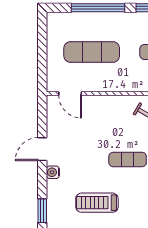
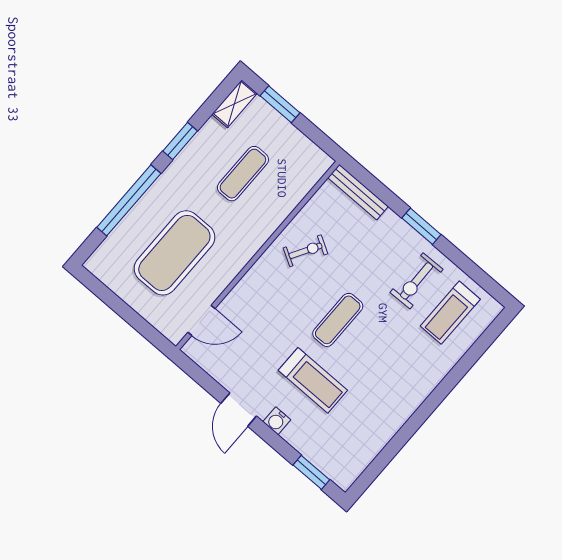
exercise mat: (92, 52) -> (174, 253), width x1.47
treadmill: (97, 203) -> (313, 380), moved, turned -90

